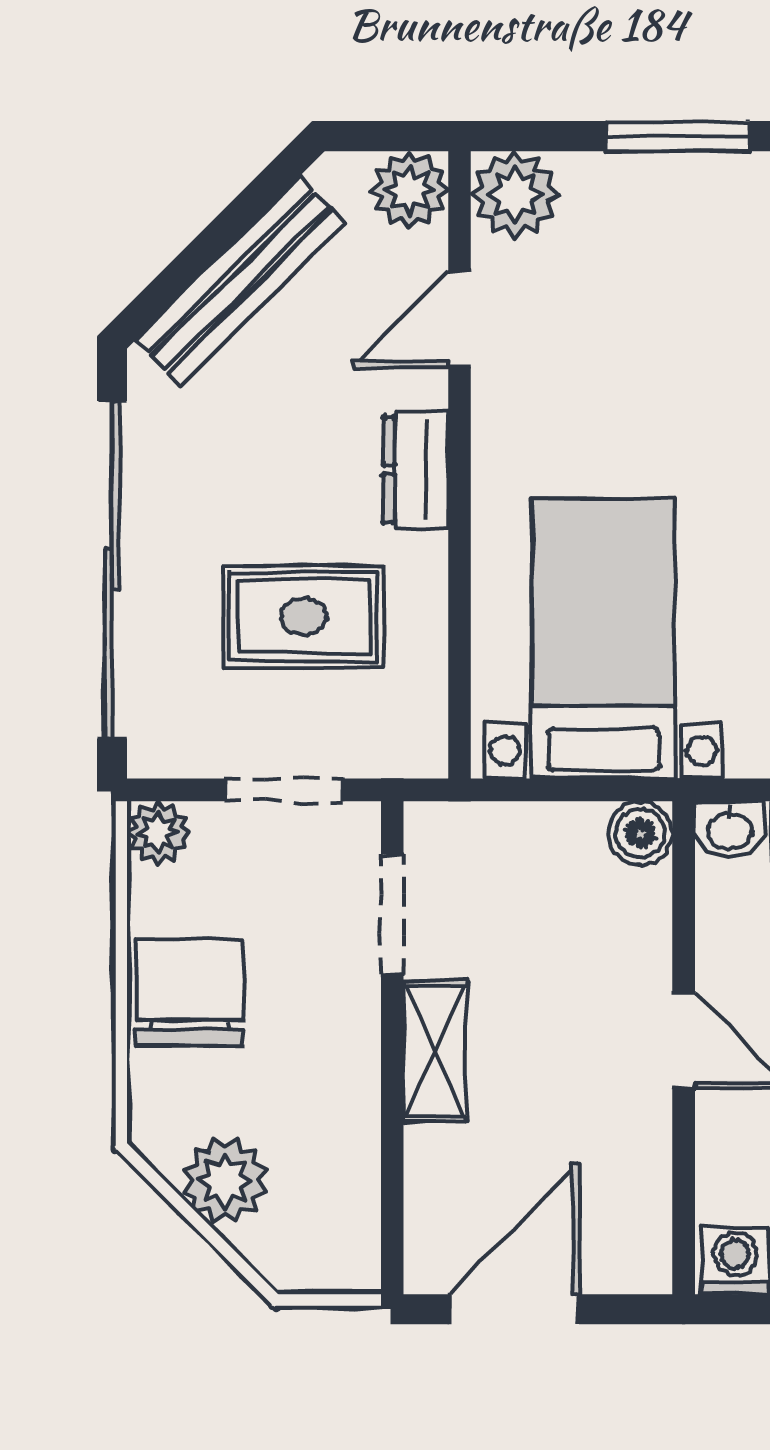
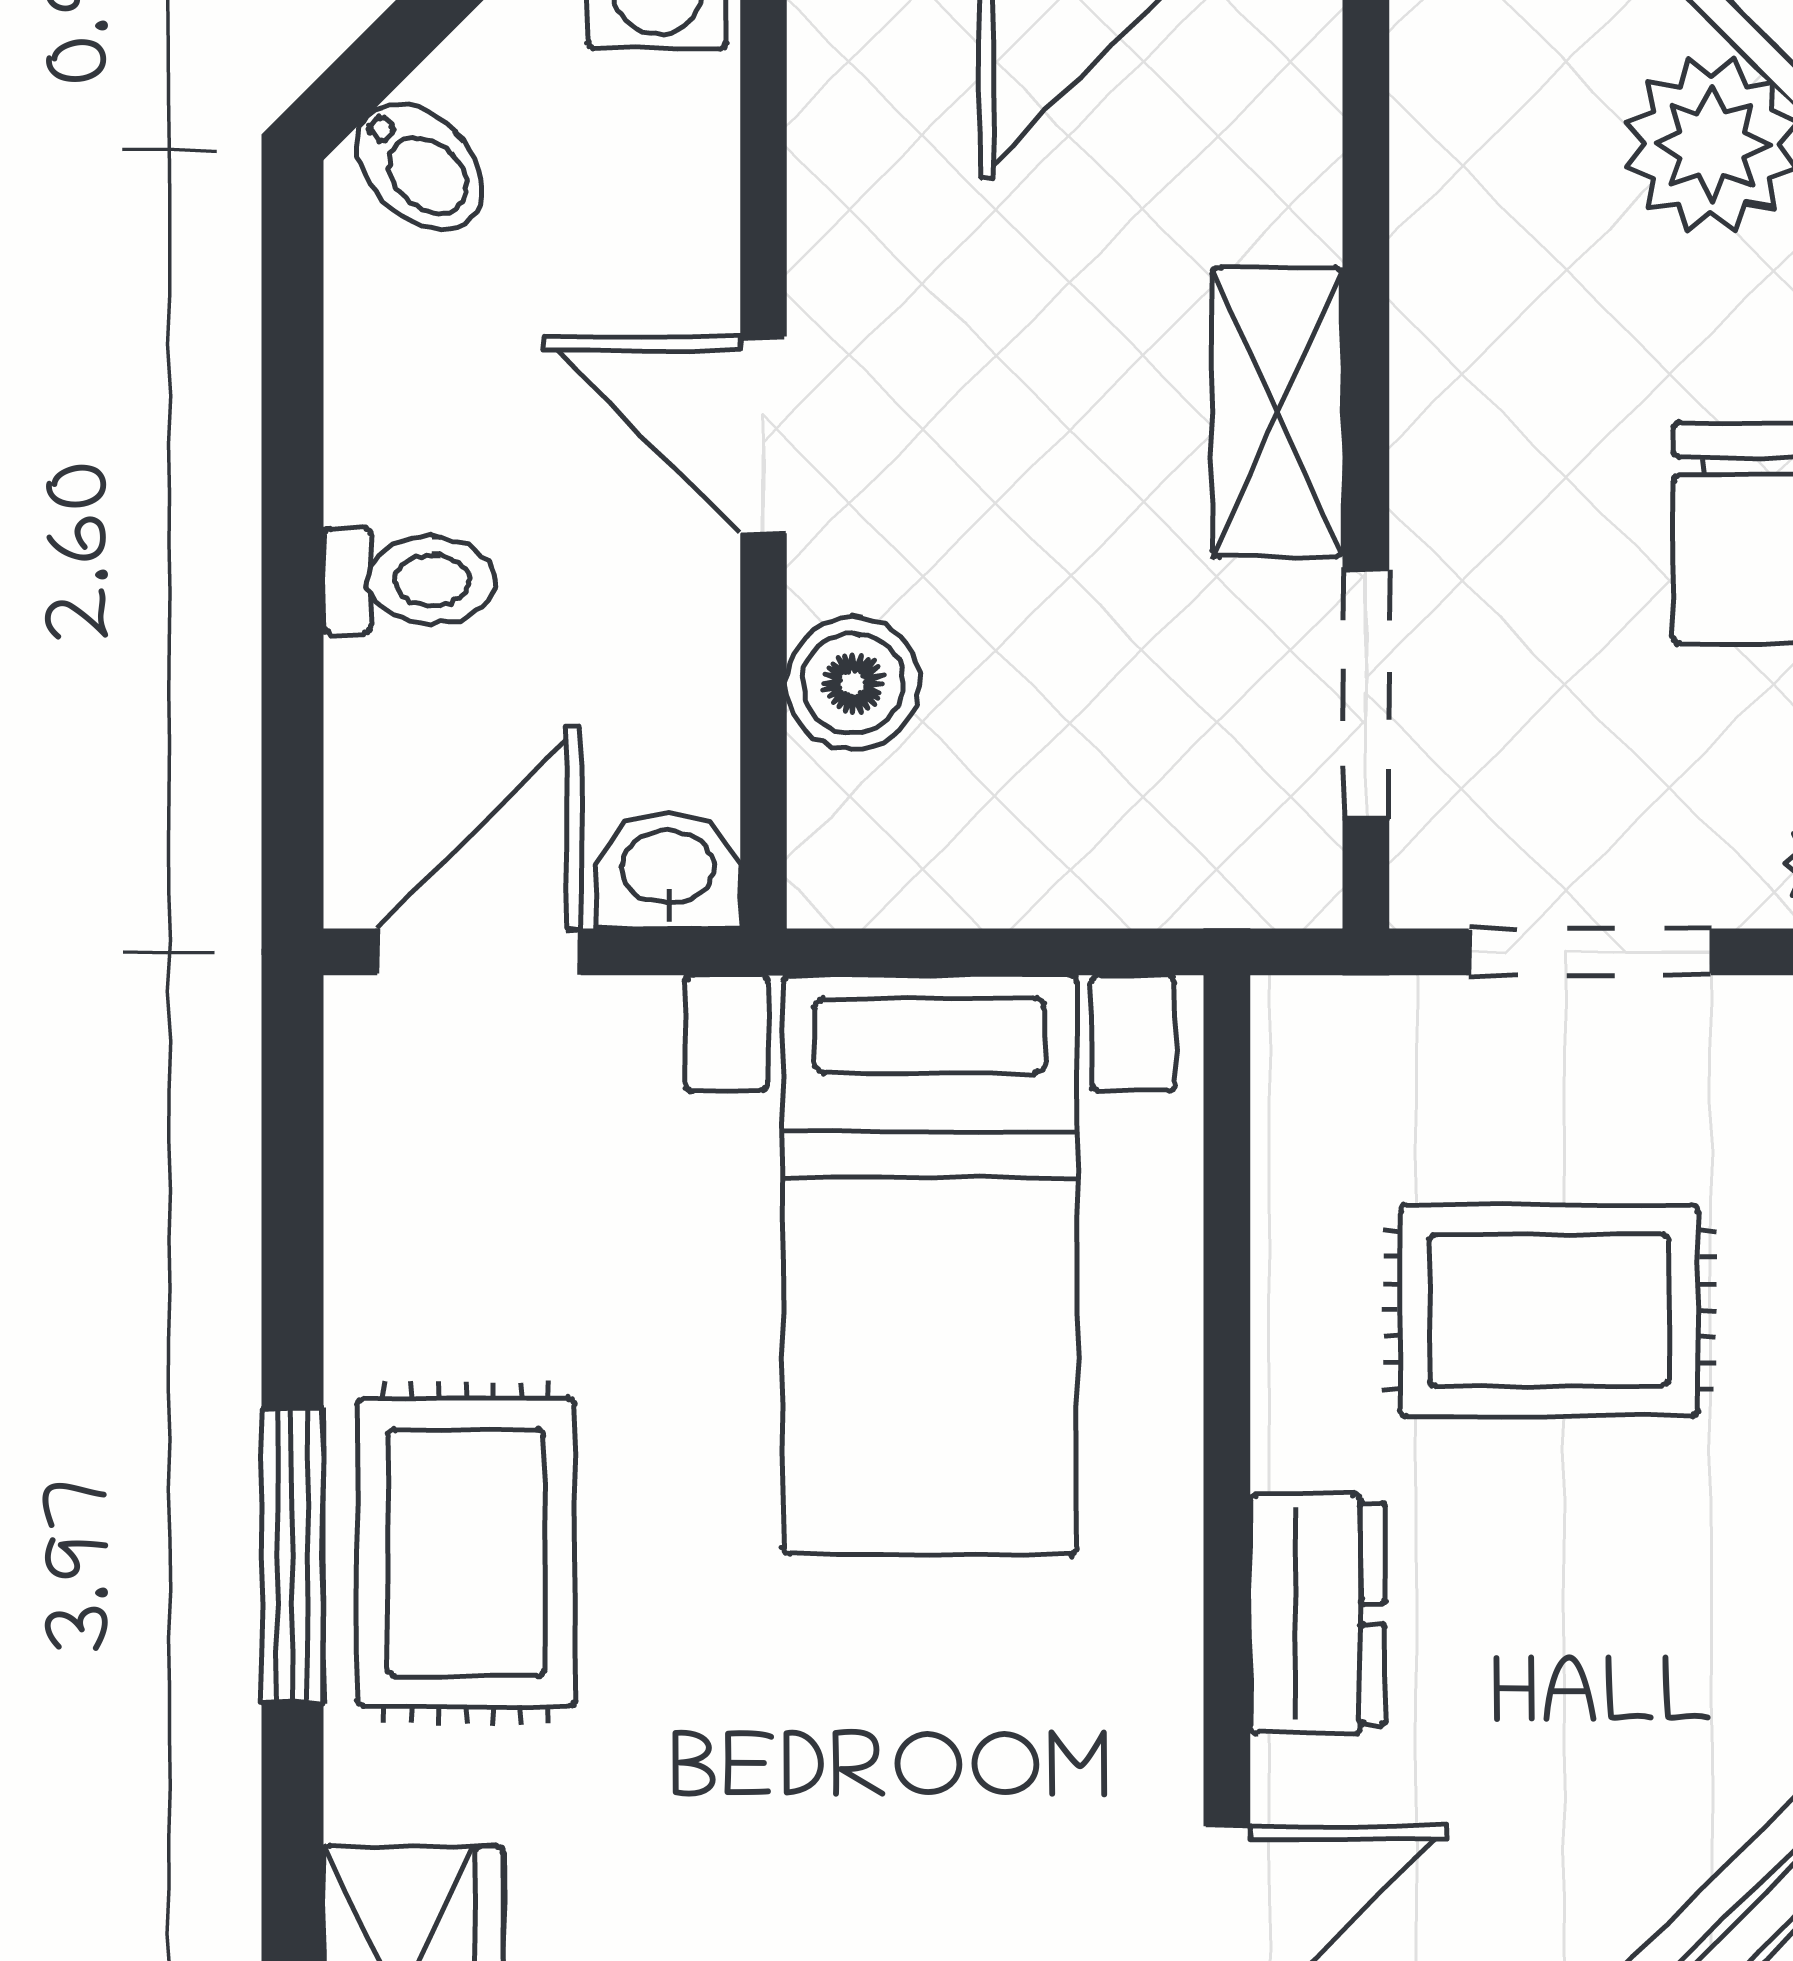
boiler: (640, 833) -> (853, 683), moved

